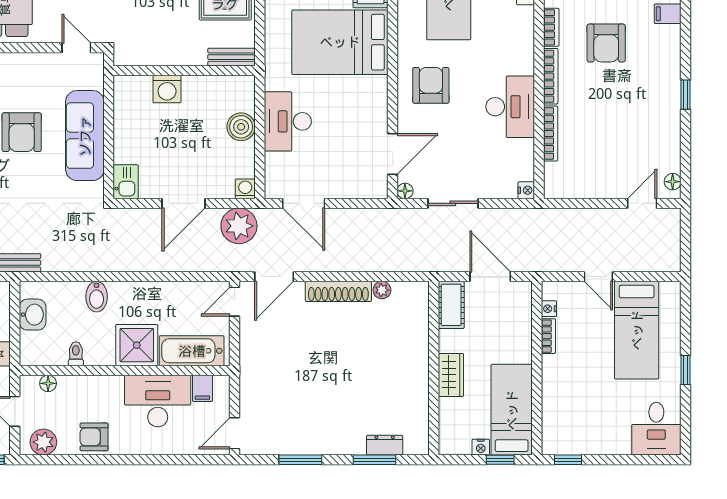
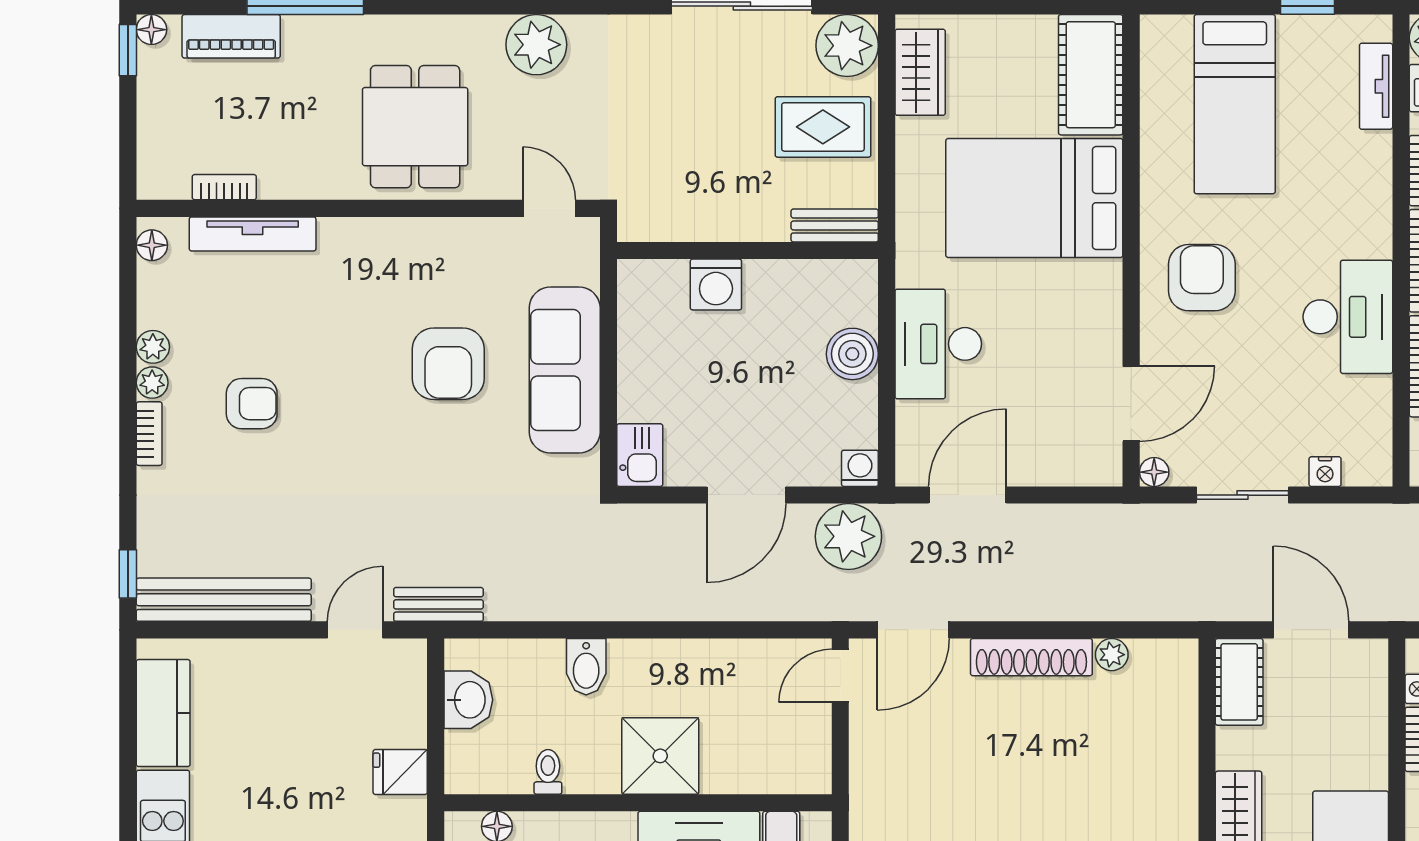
nightstand: (526, 190) -> (1325, 472), moved, turned 90
door: (304, 203) -> (967, 495), swing flipped
bathtub: (192, 351) -> (761, 766), removed

